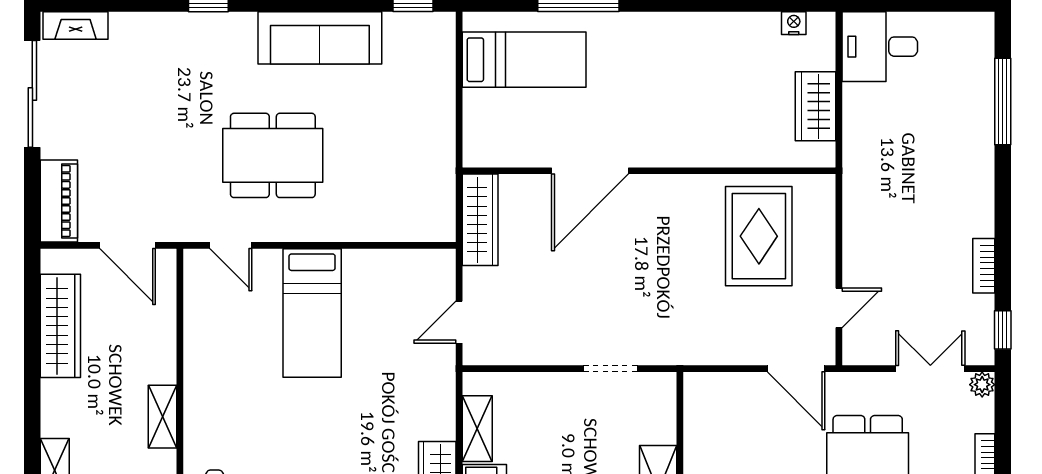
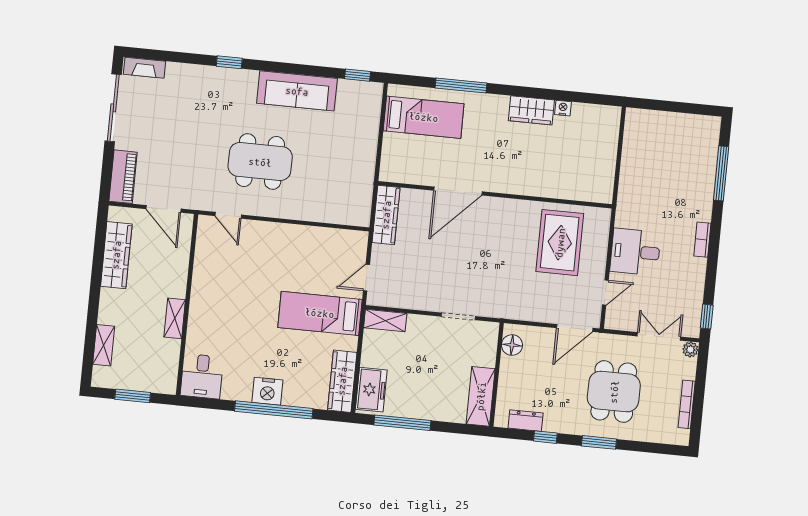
nightstand: (794, 23) -> (563, 108), moved
desk: (880, 47) -> (635, 252), moved
wardrobe: (816, 106) -> (531, 110), moved, turned -90
bookcase: (984, 266) -> (702, 240), moved
bed: (312, 313) -> (320, 313), moved, turned 90
door: (796, 369) -> (575, 328), hinge flipped
floor lamp: (700, 406) -> (512, 345), added
shelving: (477, 429) -> (385, 321), moved, turned 90

